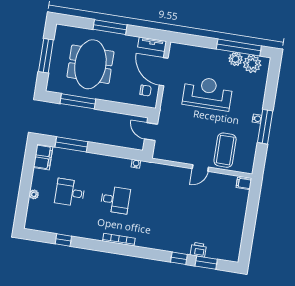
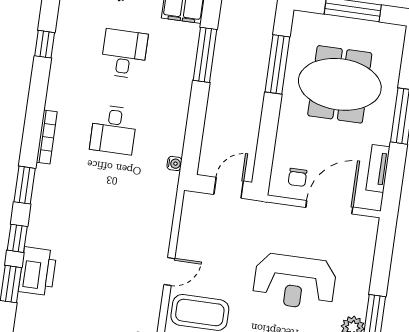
tv unit: (152, 44) -> (378, 168), moved
reception desk: (208, 93) -> (295, 282), turned 90
door: (200, 168) -> (169, 272), swing flipped
printer: (198, 250) -> (38, 271), width x1.87, depth x1.48
window: (147, 253) -> (25, 185), added

